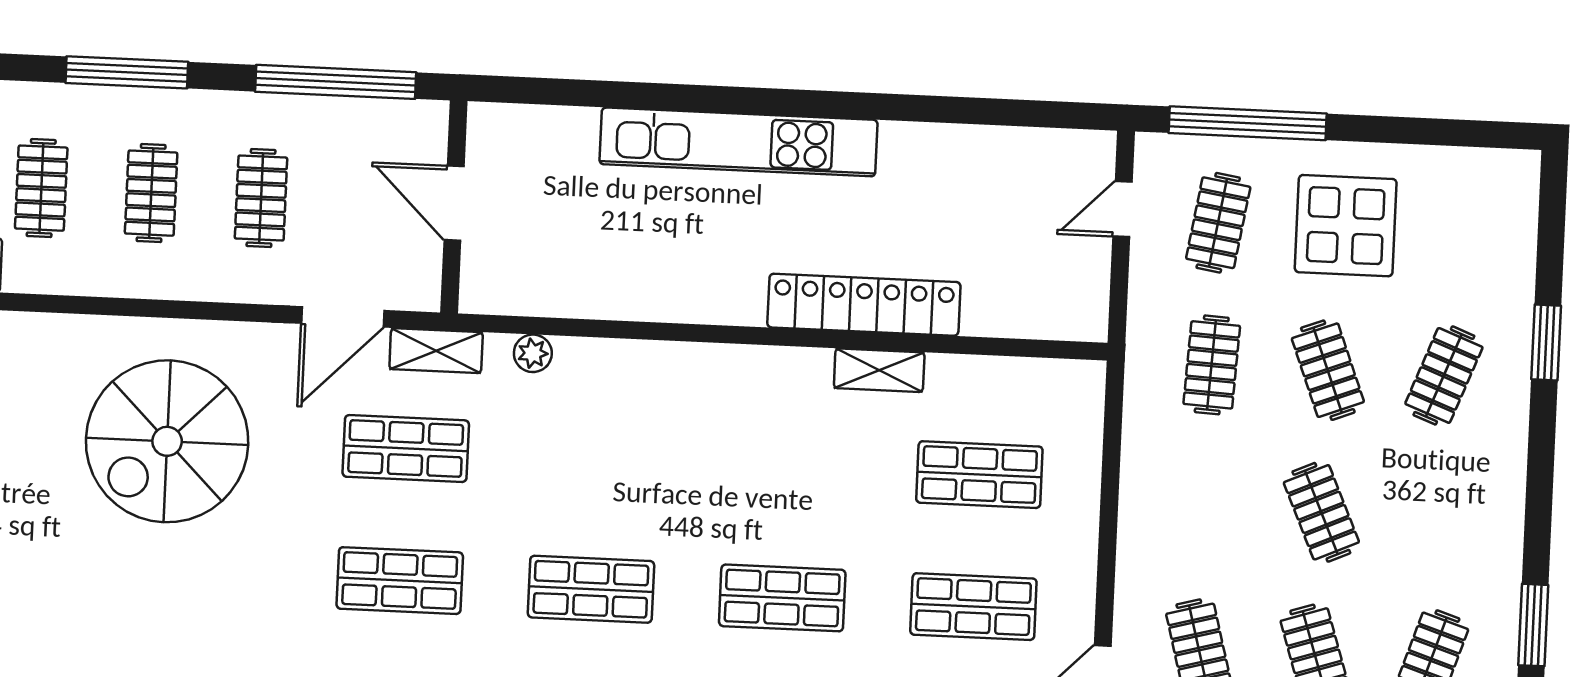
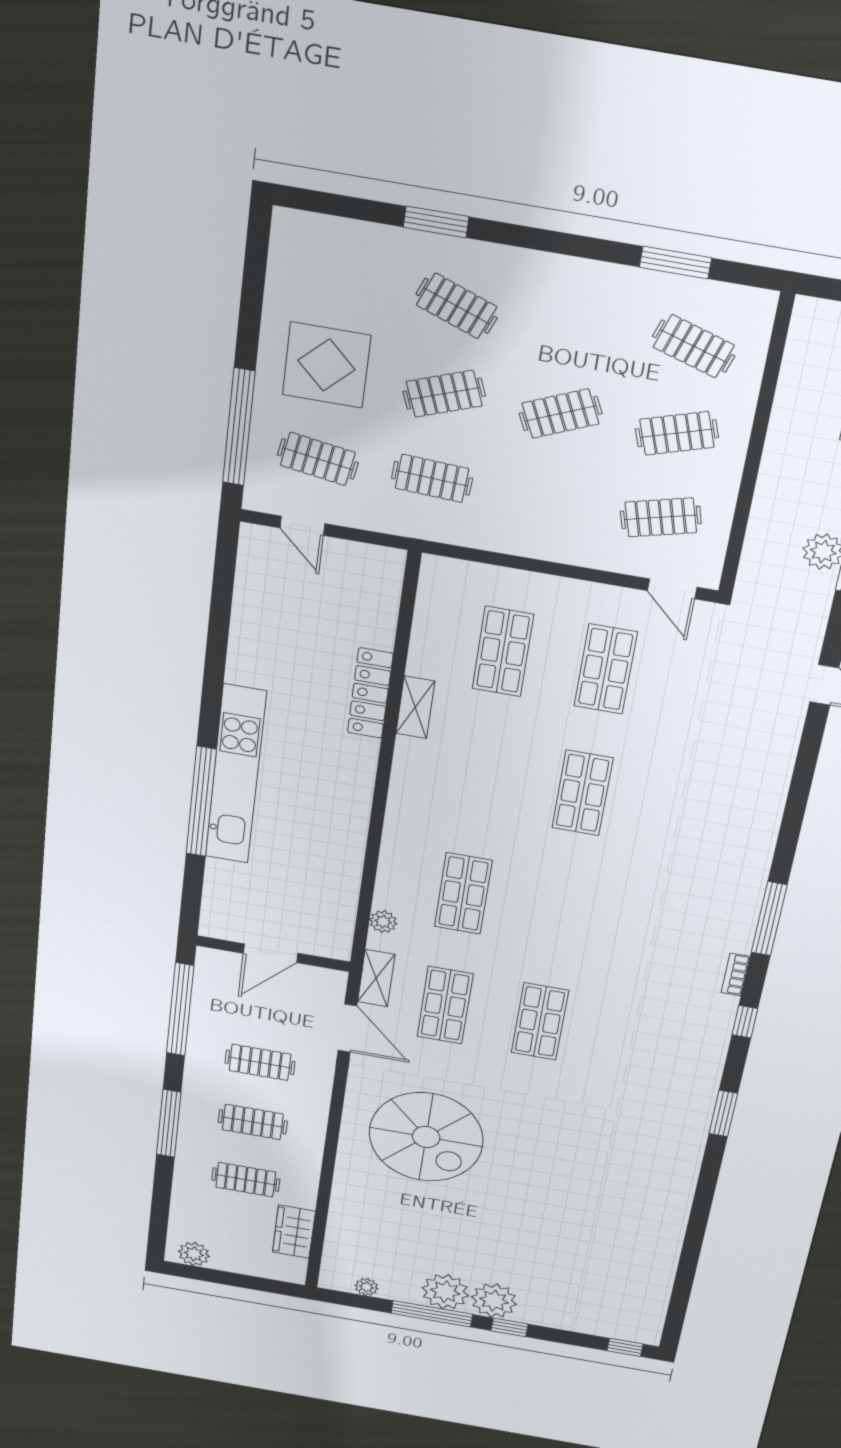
window: (688, 98) -> (201, 802), added
locker: (864, 305) -> (370, 693), width x0.71, depth x0.83
shop shelf: (591, 589) -> (463, 894), moved

